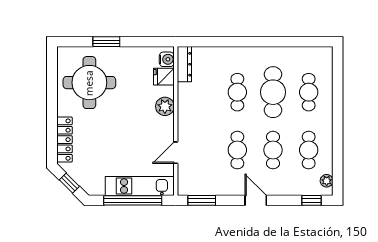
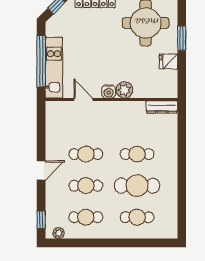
water cooler: (167, 59) -> (109, 92), moved
fridge: (164, 77) -> (168, 61), moved, turned -90
window: (202, 200) -> (41, 122), removed

